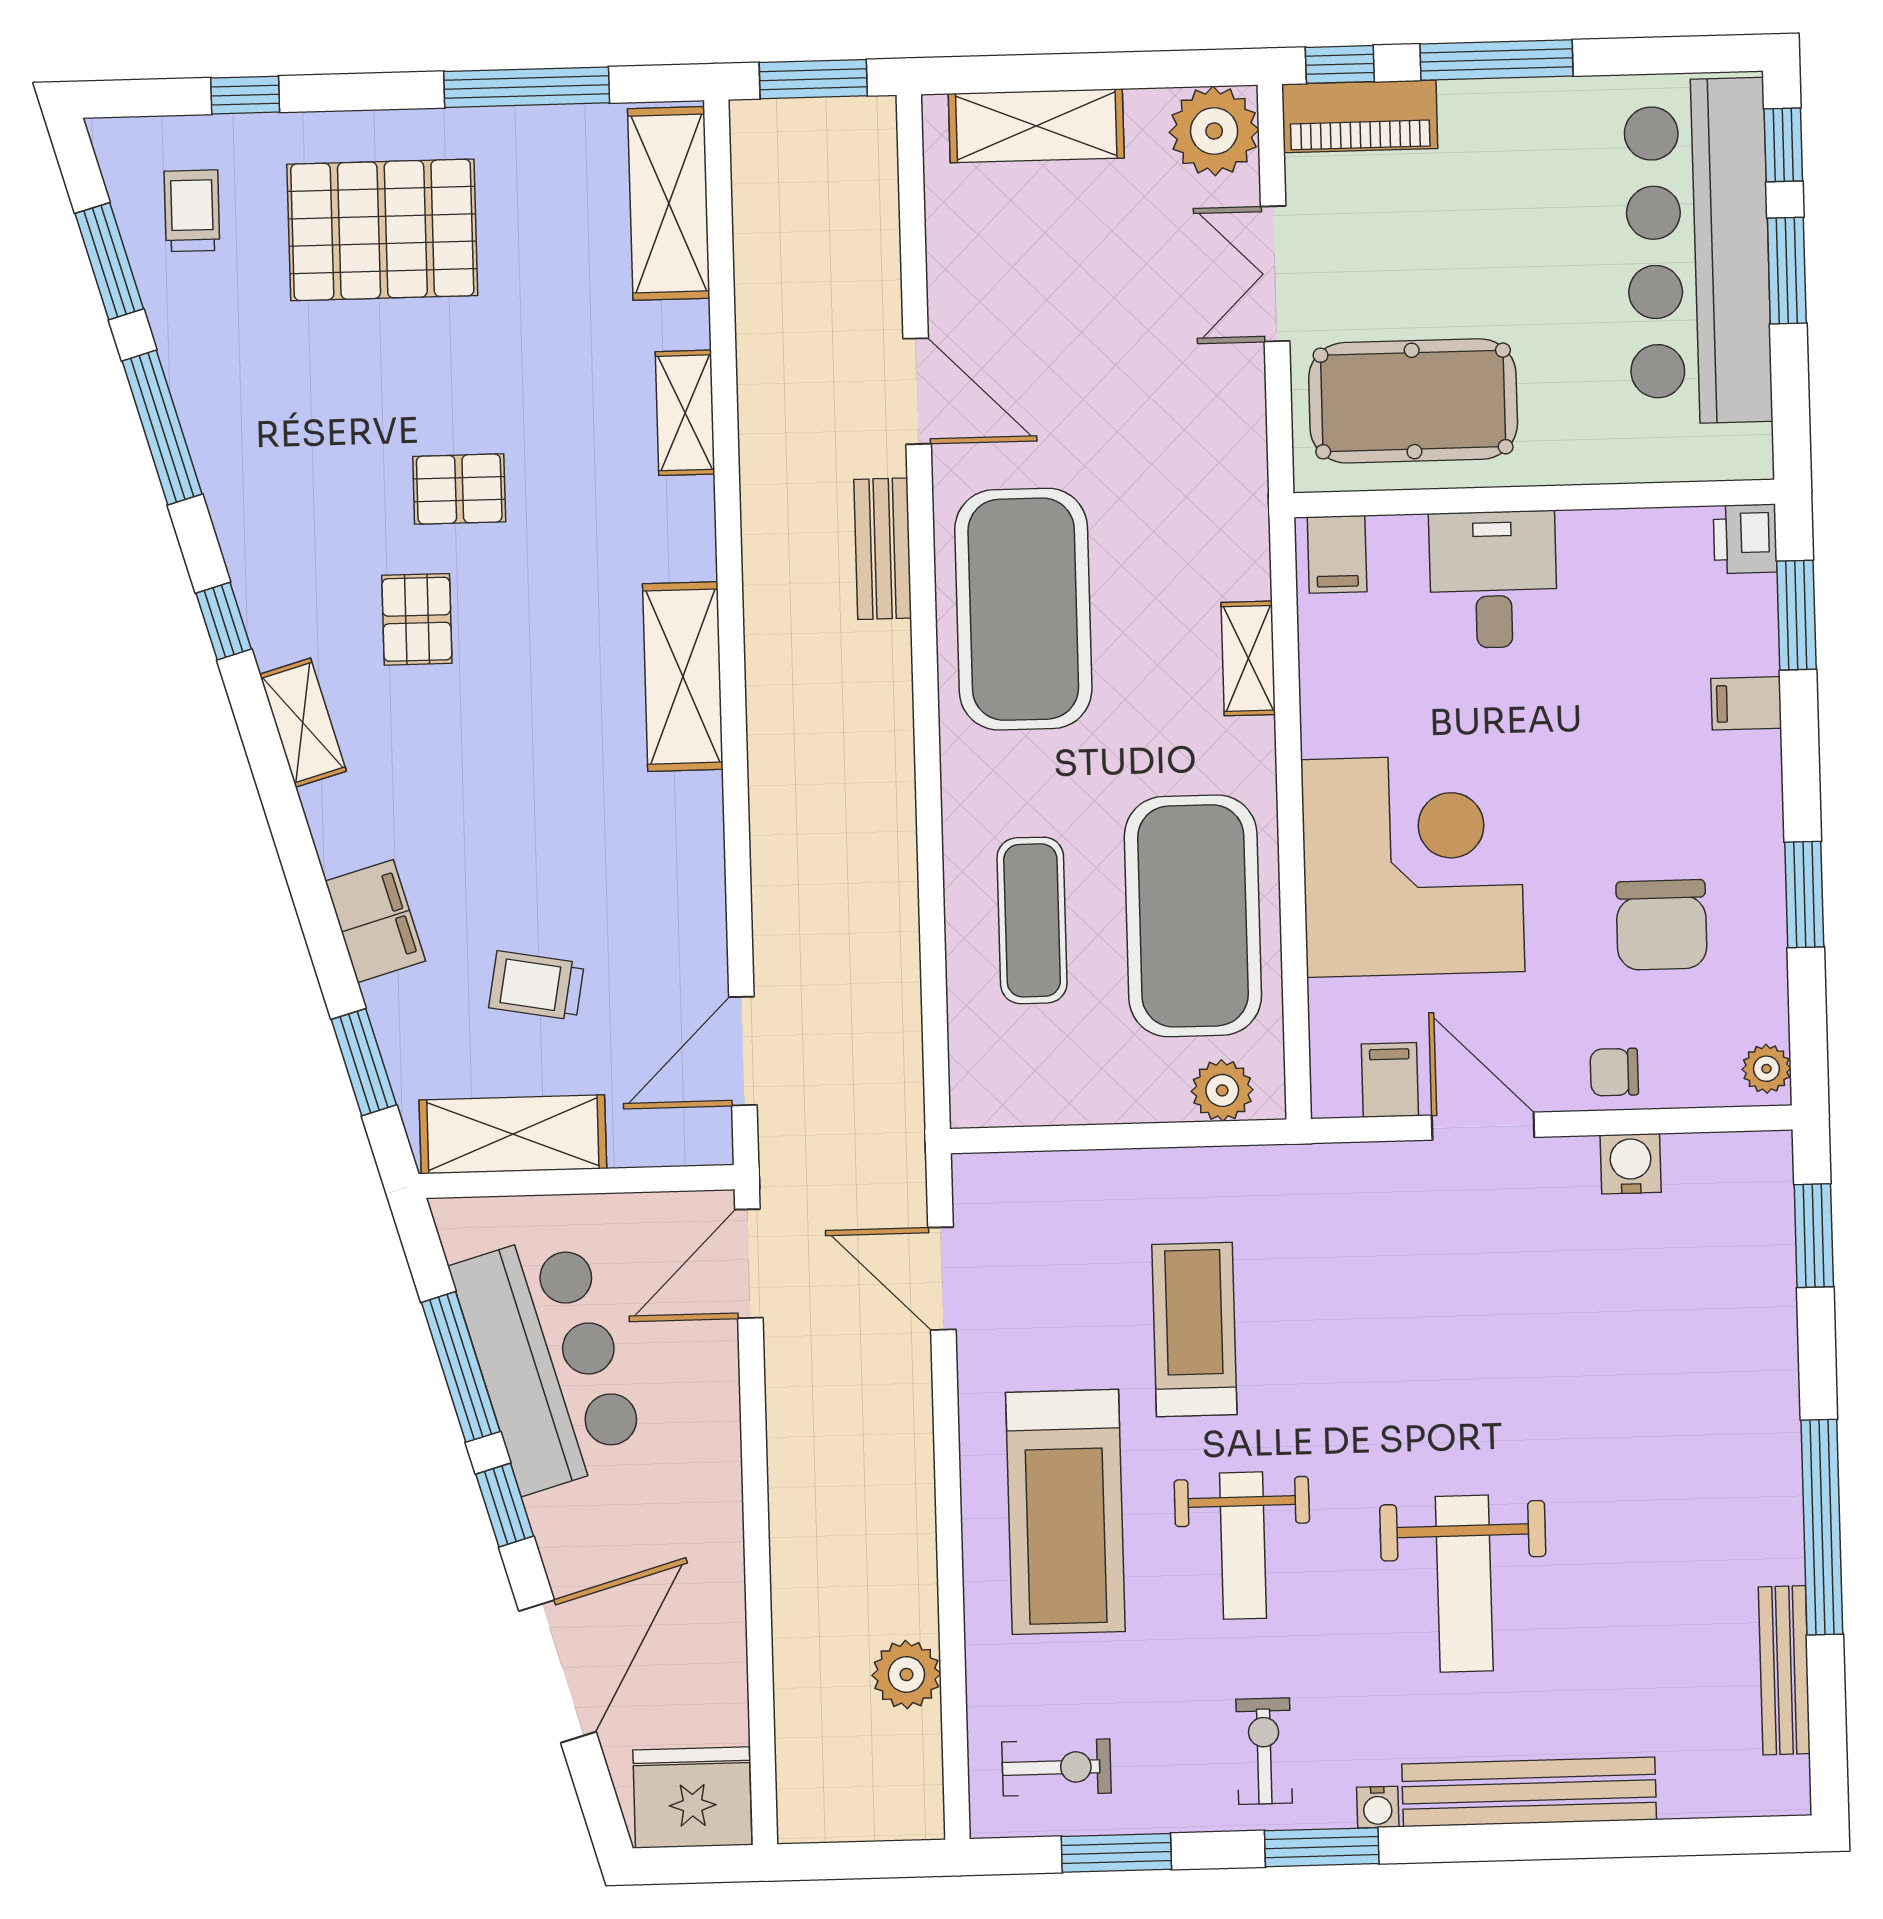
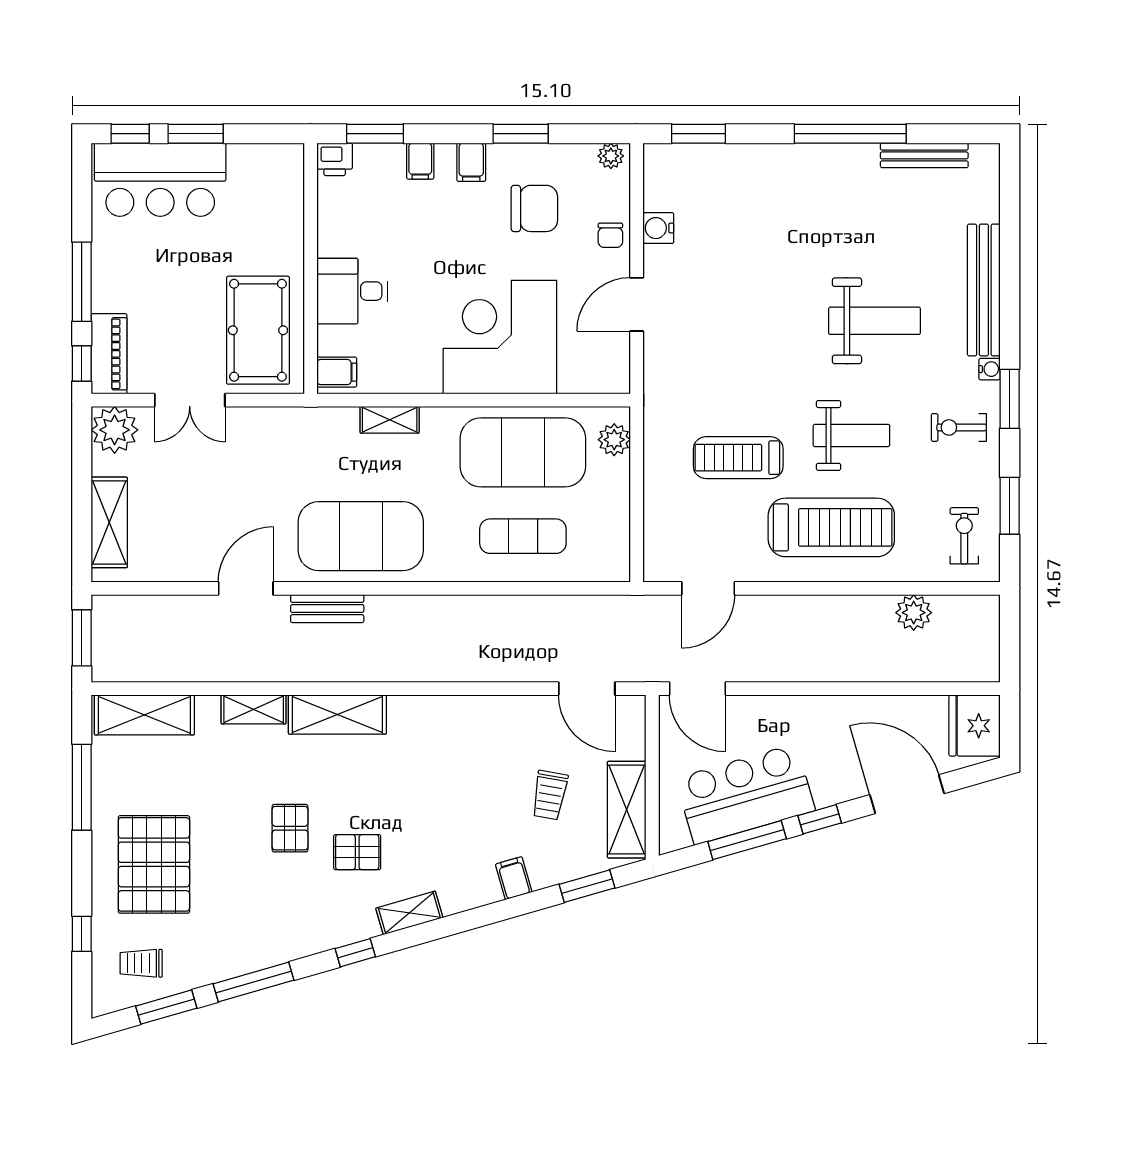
bar counter: (1698, 251) -> (160, 180), width x0.73
shelving: (683, 677) -> (337, 714), moved
filing cabinet: (375, 921) -> (514, 878), width x0.50
filing cabinet: (1390, 1080) -> (471, 162), moved, turned -90

